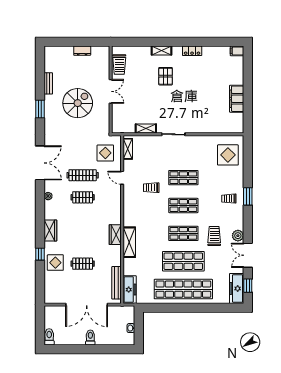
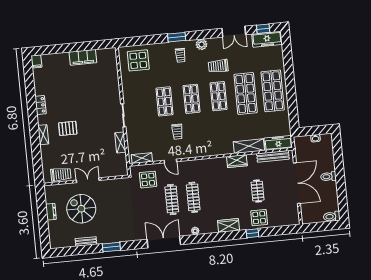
spiral stairs: (78, 103) -> (81, 209), moved
door: (122, 178) -> (170, 161), hinge flipped
clothes rail: (83, 197) -> (193, 197), width x1.36
wardrobe: (115, 235) -> (237, 161), moved
plant: (238, 236) -> (202, 44), moved
shelving: (129, 242) -> (249, 146), moved
shop shelf: (183, 289) -> (273, 91), width x0.71

